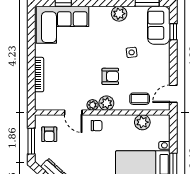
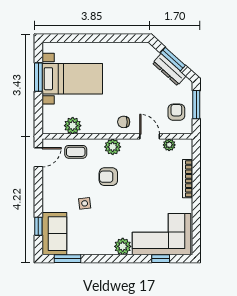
plant: (119, 14) -> (123, 246), moved
plant: (93, 105) -> (169, 145), moved

